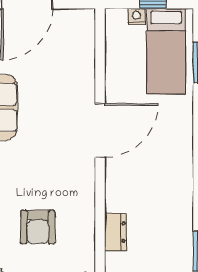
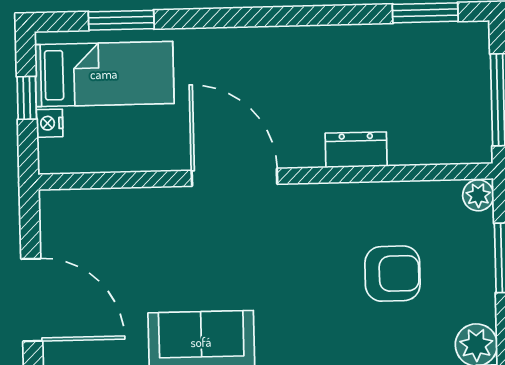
dresser: (115, 232) -> (356, 150), moved

